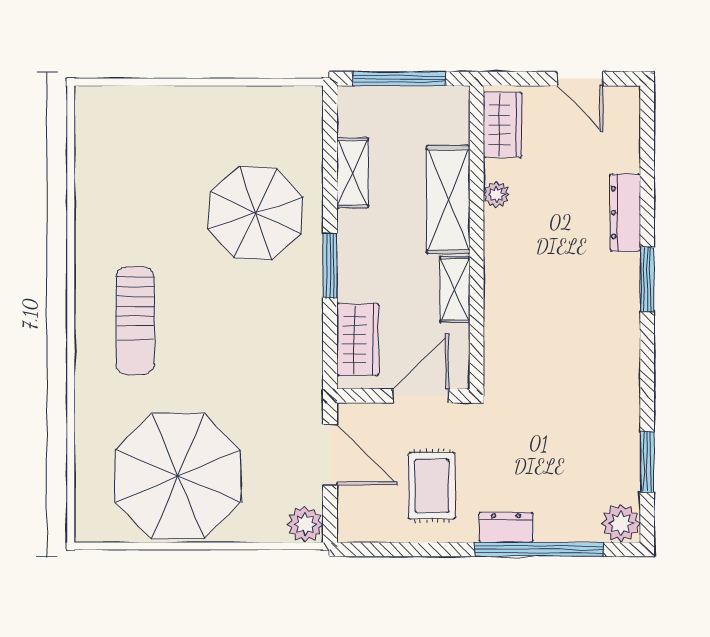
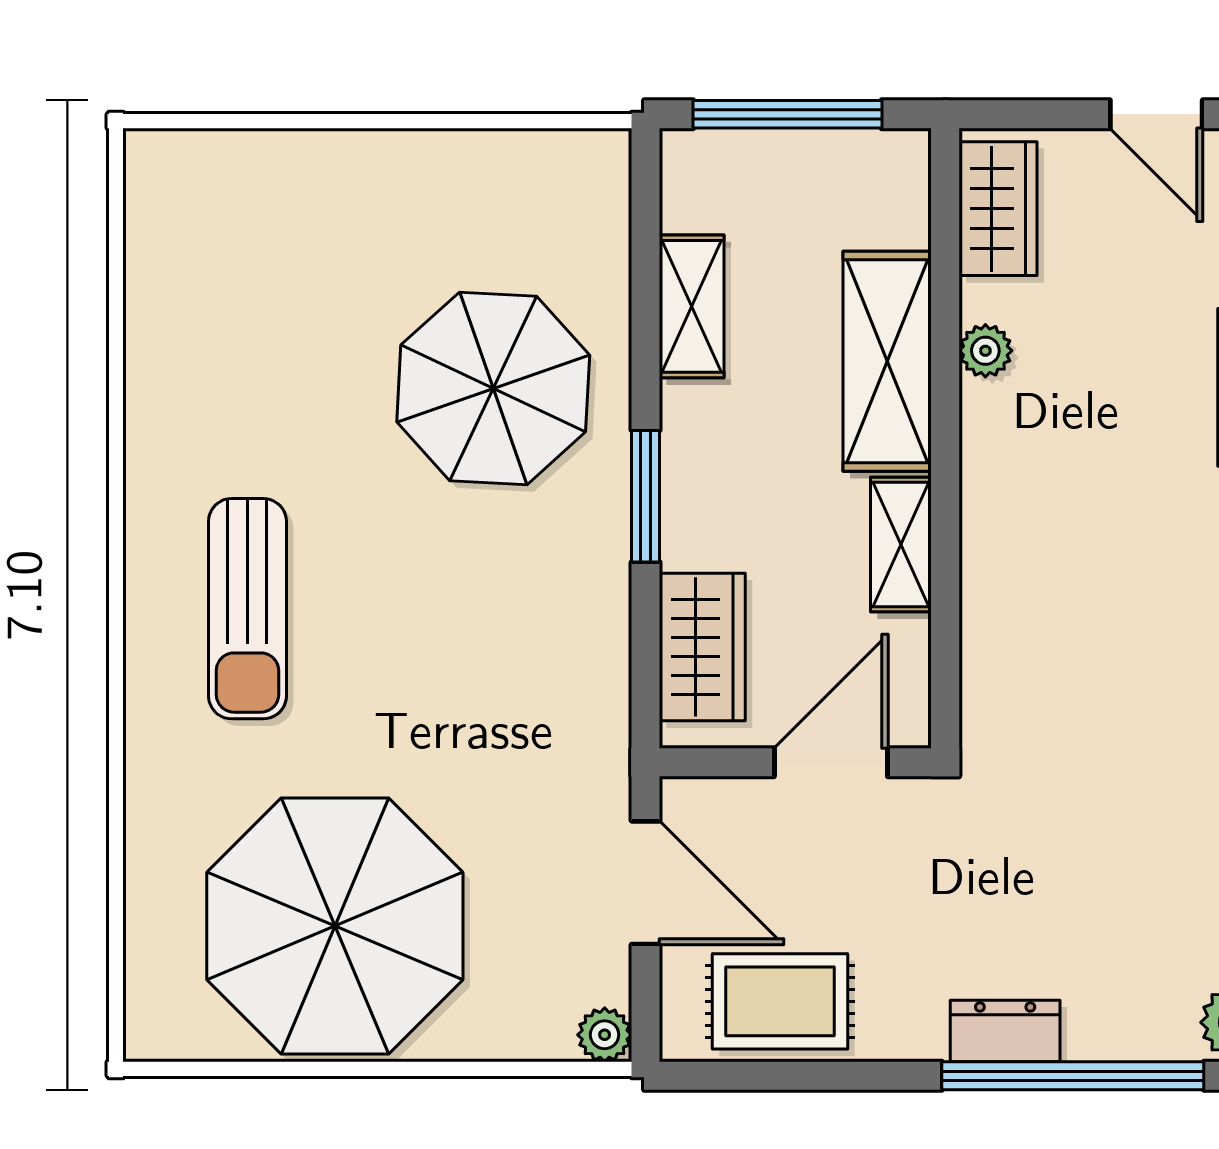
rug: (432, 486) -> (780, 1001), moved, turned 90
plant: (305, 524) -> (605, 1035), width x0.73, depth x0.73

